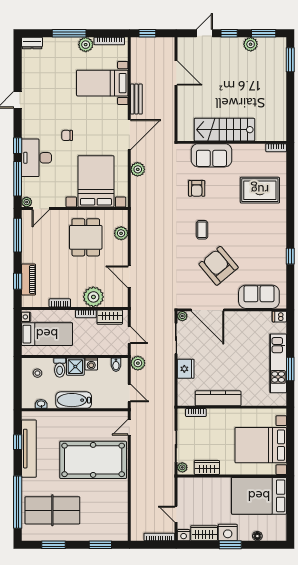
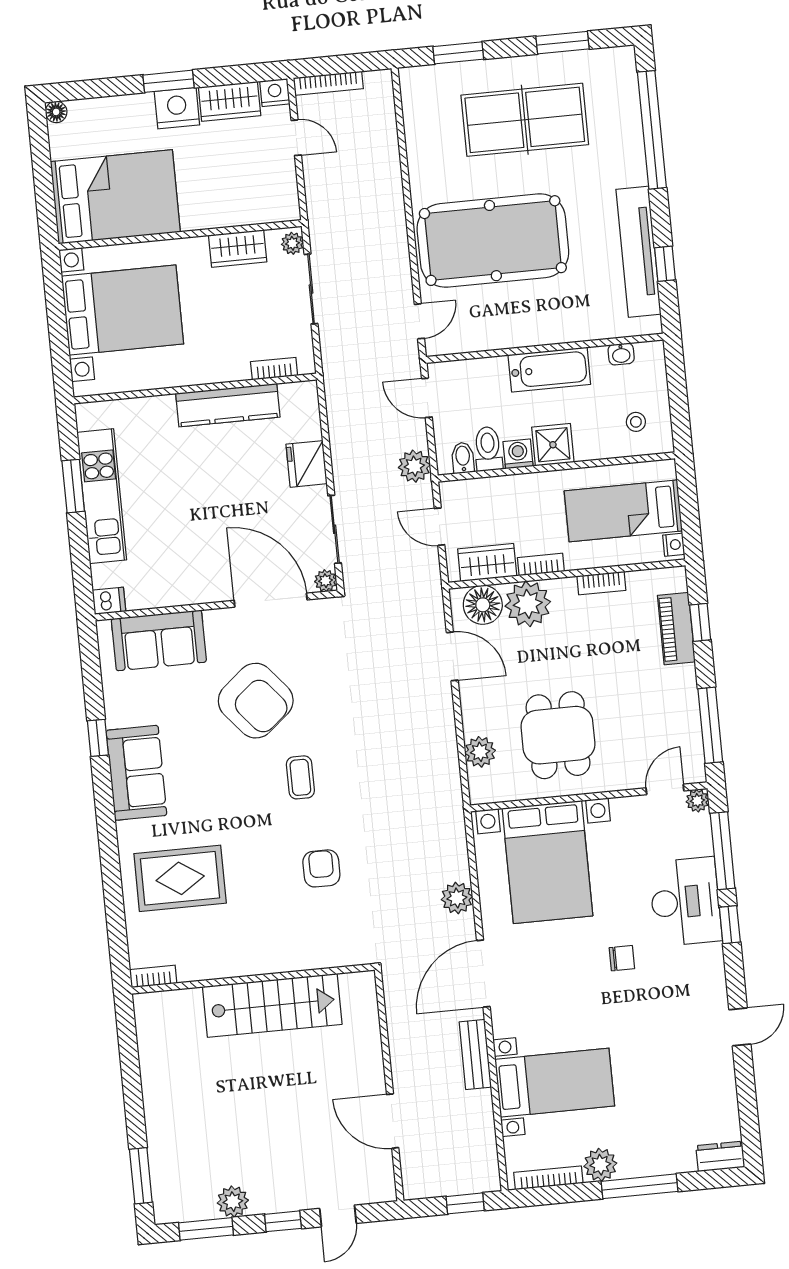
sofa: (211, 155) -> (136, 773), moved, turned 90
floor lamp: (113, 298) -> (483, 605), added
toilet: (60, 368) -> (488, 449), moved
table tennis table: (52, 510) -> (525, 120), moved
floor lamp: (257, 536) -> (56, 112), moved

